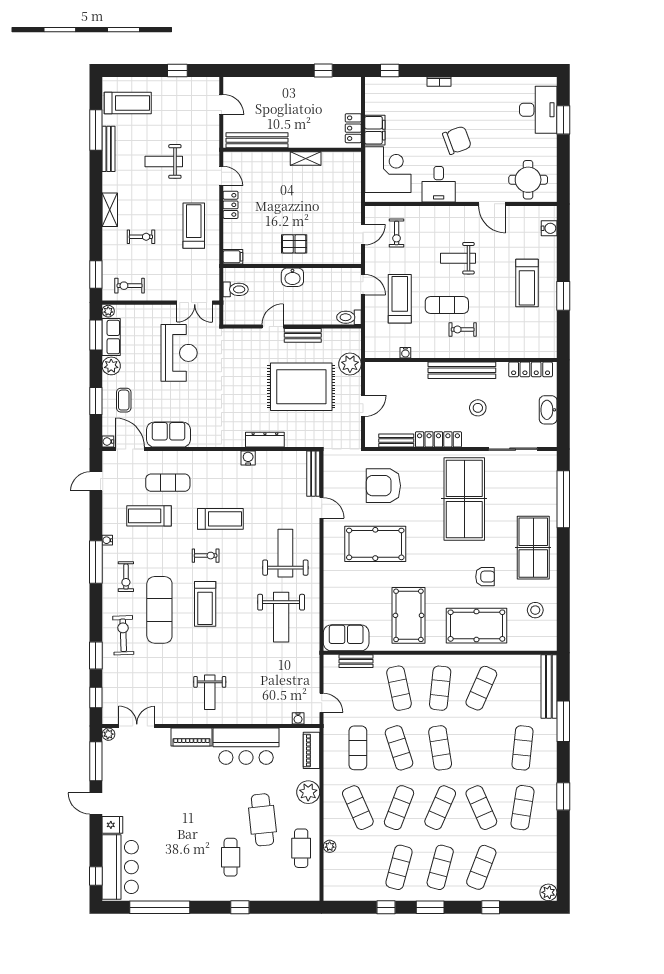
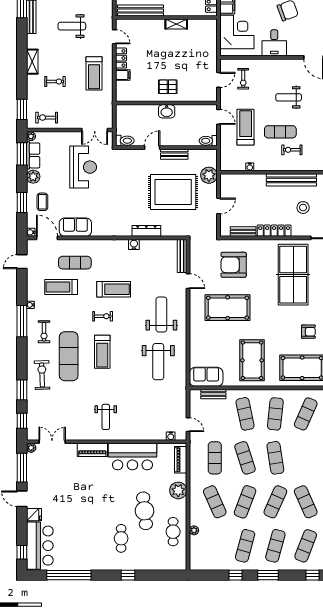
treadmill: (194, 226) -> (94, 73), turned 180
filing cabinet: (233, 257) -> (123, 75), moved
toilet: (236, 289) -> (125, 141), moved

